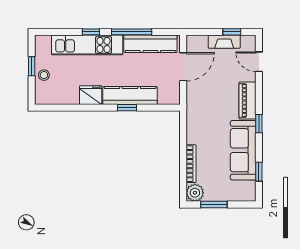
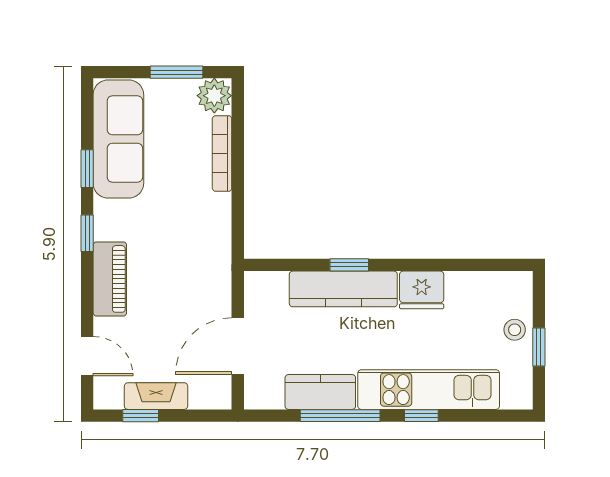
kitchen counter: (150, 44) -> (320, 392), width x0.67
sofa: (243, 150) -> (118, 139), moved
window: (259, 172) -> (87, 169), moved

